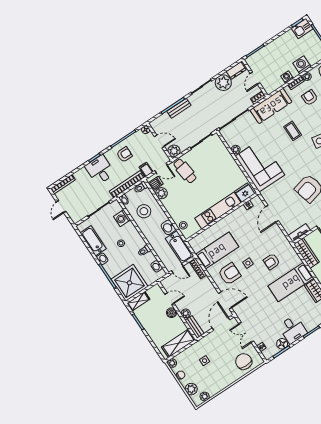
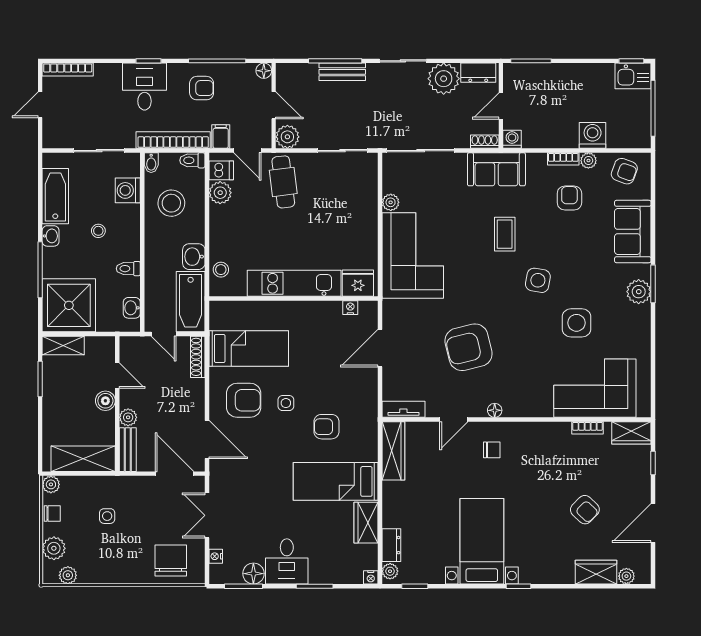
washing machine: (287, 77) -> (512, 139), moved
sofa: (271, 106) -> (496, 169), width x0.73
door: (221, 324) -> (175, 474), hinge flipped

